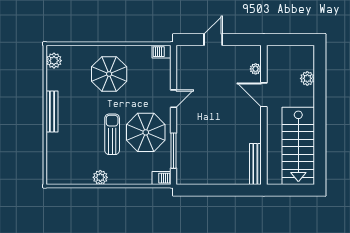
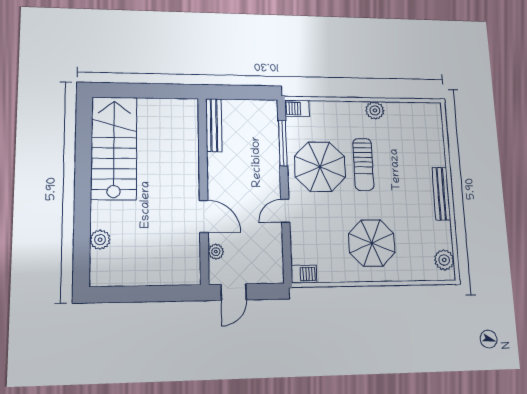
plant: (256, 69) -> (216, 252), moved
door: (264, 95) -> (204, 216), moved
wall: (264, 115) -> (203, 189), moved
bench: (255, 164) -> (214, 125), moved

